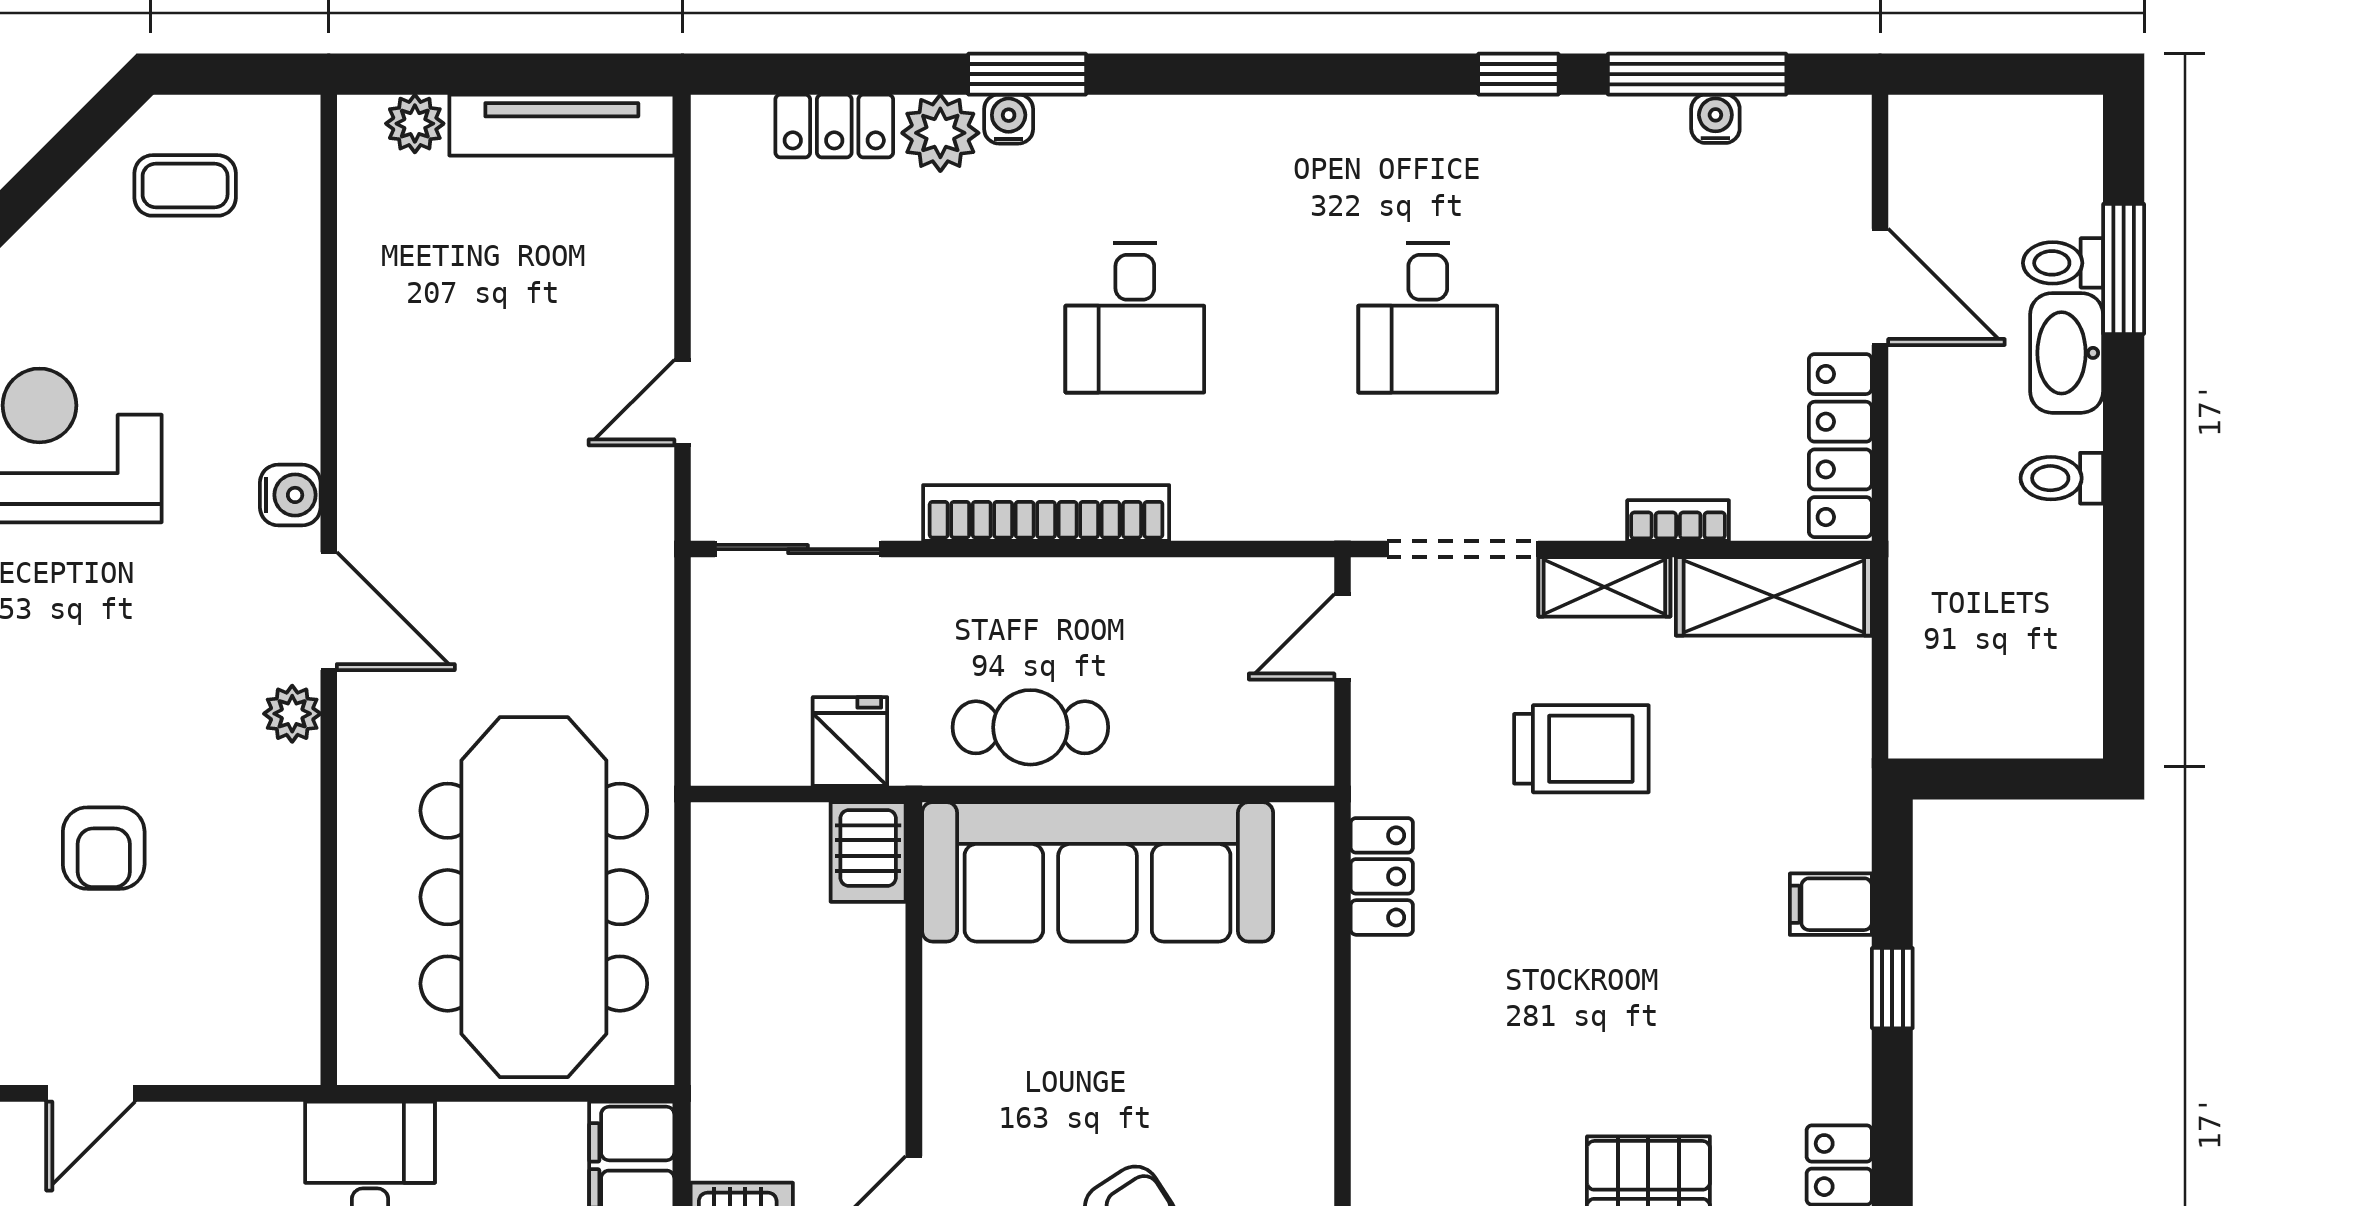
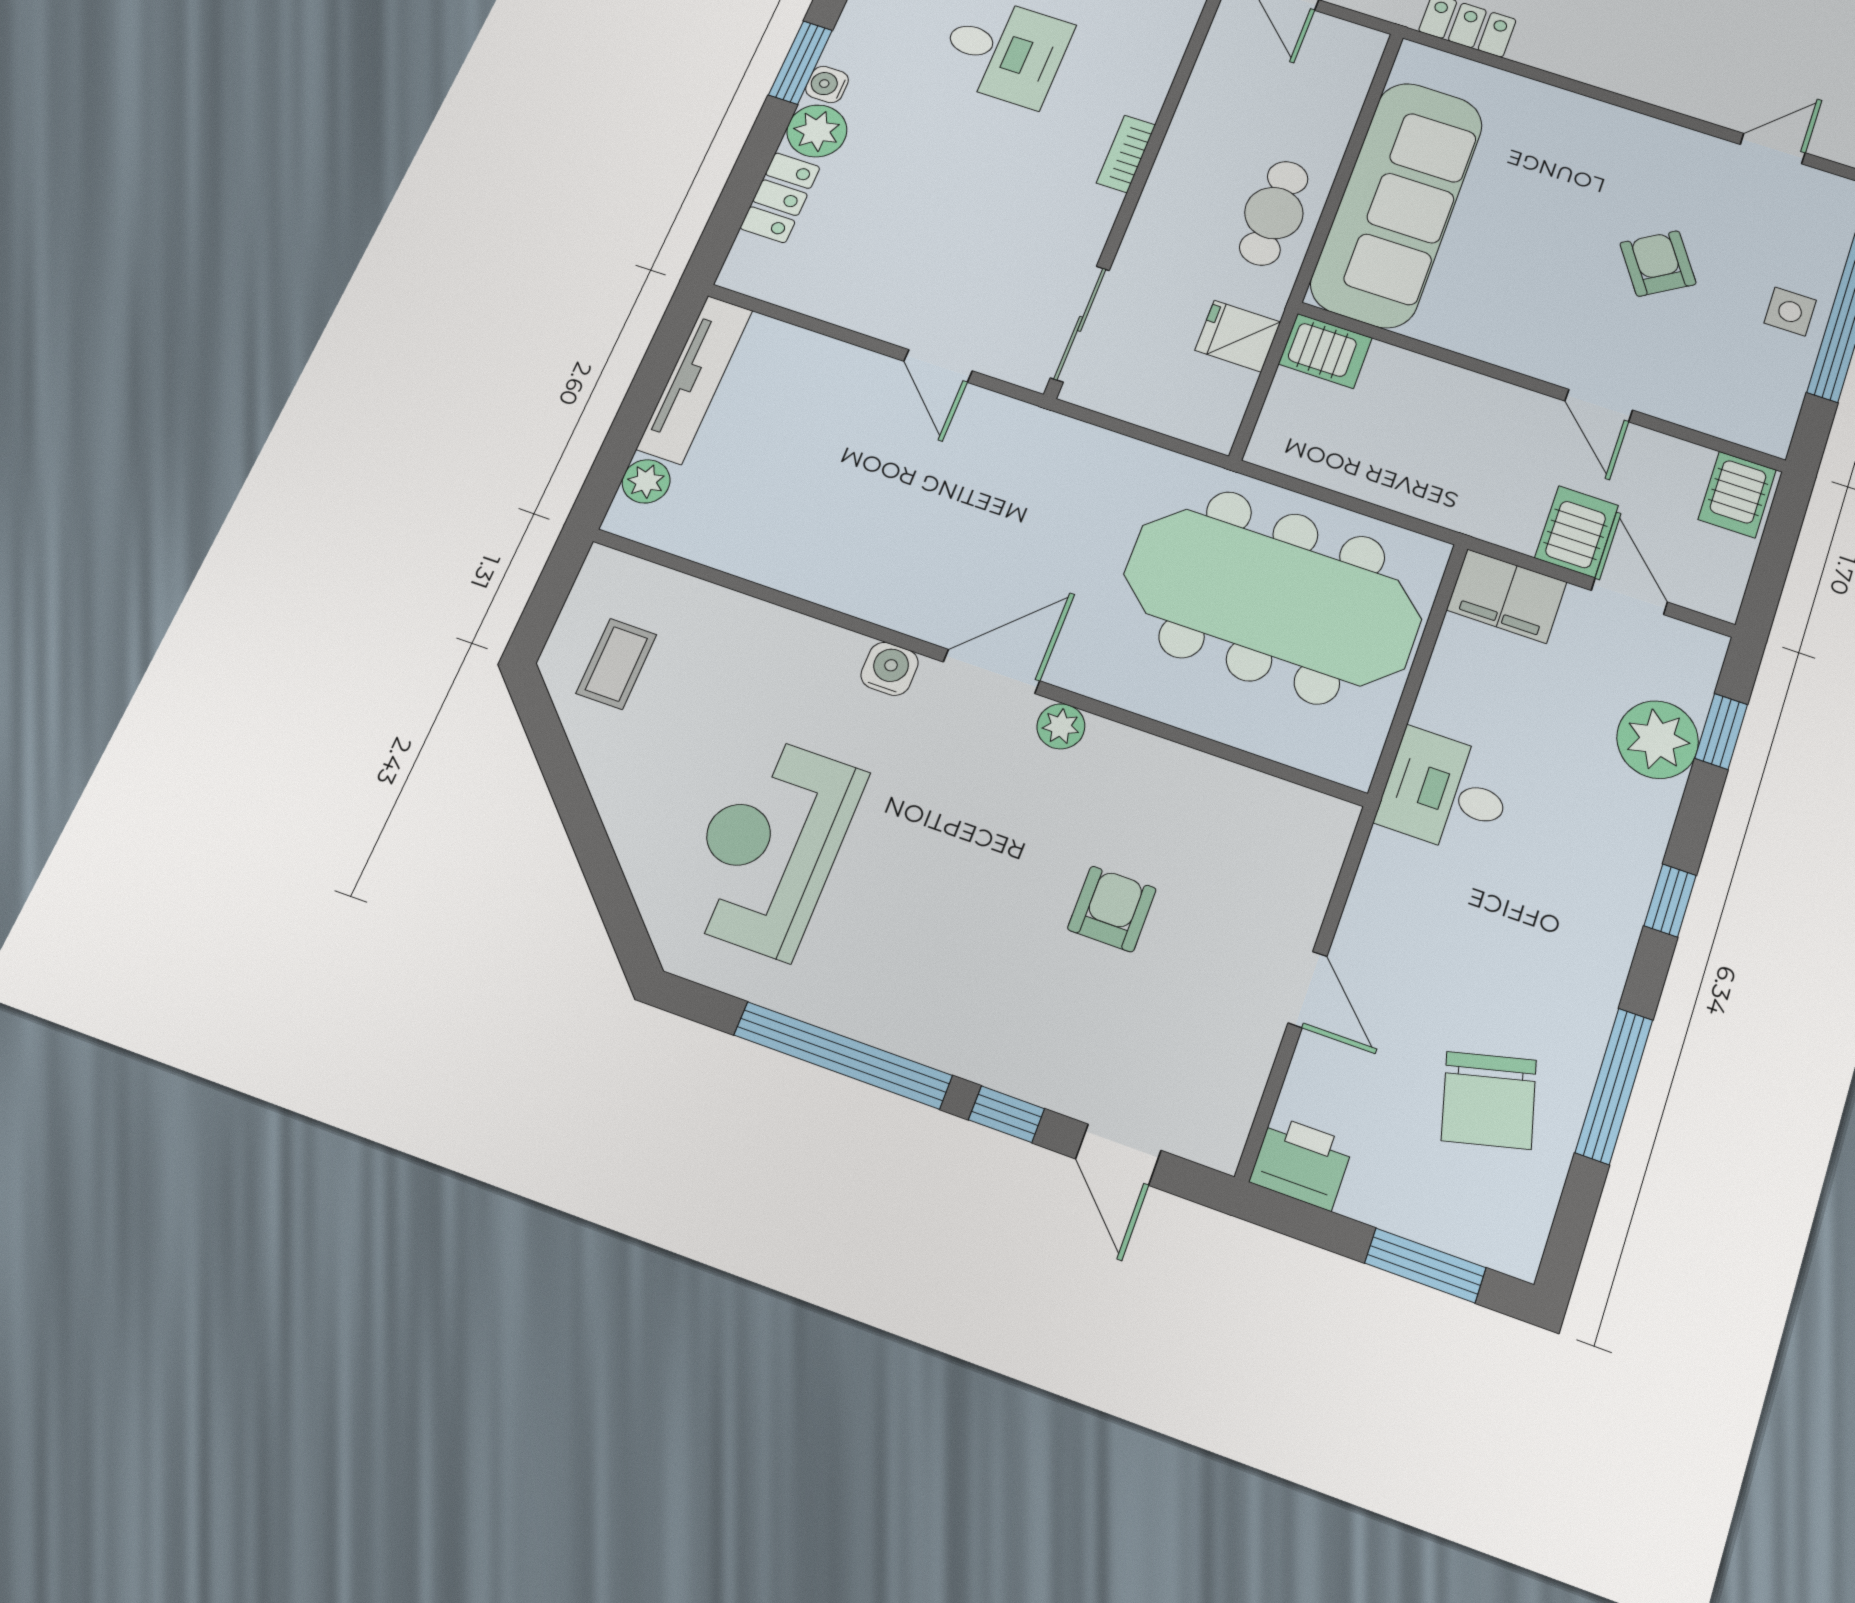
bookcase: (1046, 513) -> (1126, 154), width x0.43, depth x0.76
armchair: (104, 848) -> (1112, 909), turned -90

